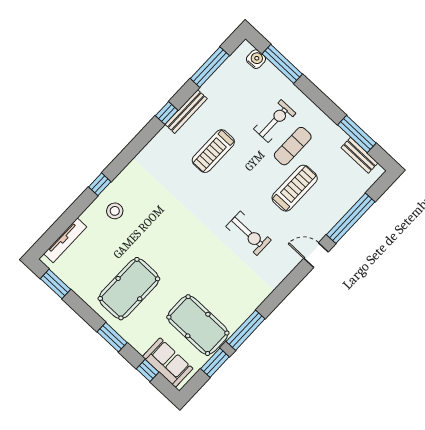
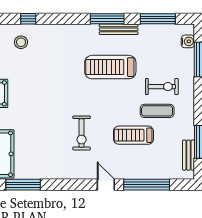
window: (167, 113) -> (107, 19), width x2.17
treadmill: (213, 151) -> (110, 67), width x1.37, depth x1.38
treadmill: (295, 188) -> (133, 135), turned 180

